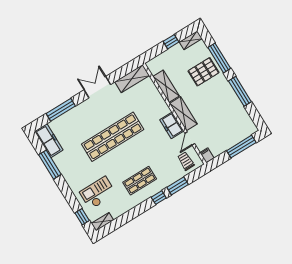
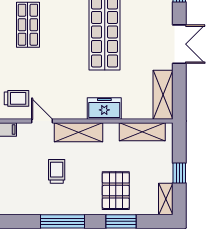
window: (219, 58) -> (121, 221), width x0.69
shelving: (166, 86) -> (142, 132), moved
trolley: (213, 112) -> (57, 171), added
freezer: (172, 125) -> (104, 108), moved

